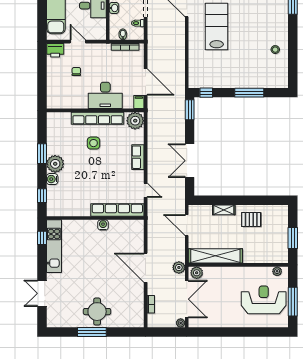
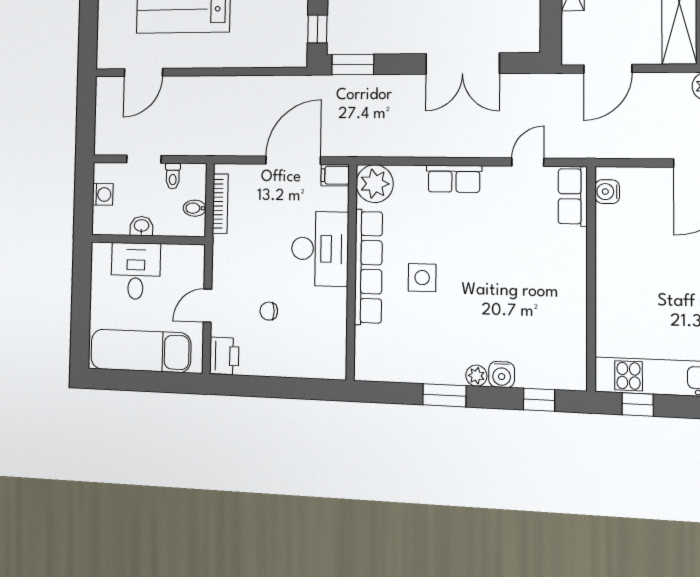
plant: (55, 164) -> (476, 376), width x0.53, depth x0.53
row of seats: (117, 210) -> (573, 196), width x0.50
water cooler: (103, 225) -> (607, 192), moved

